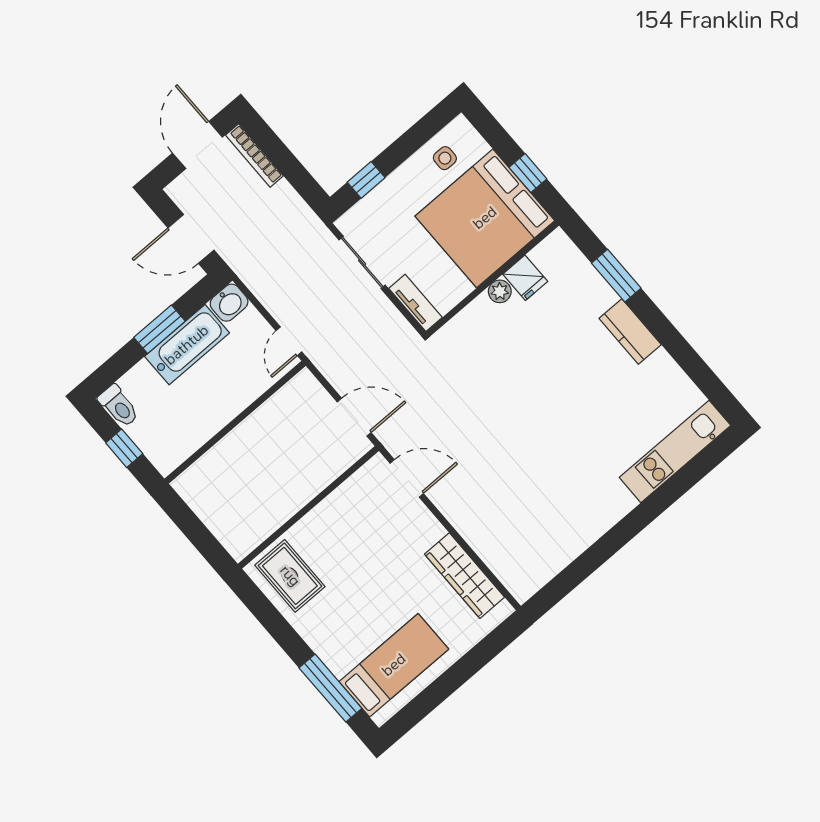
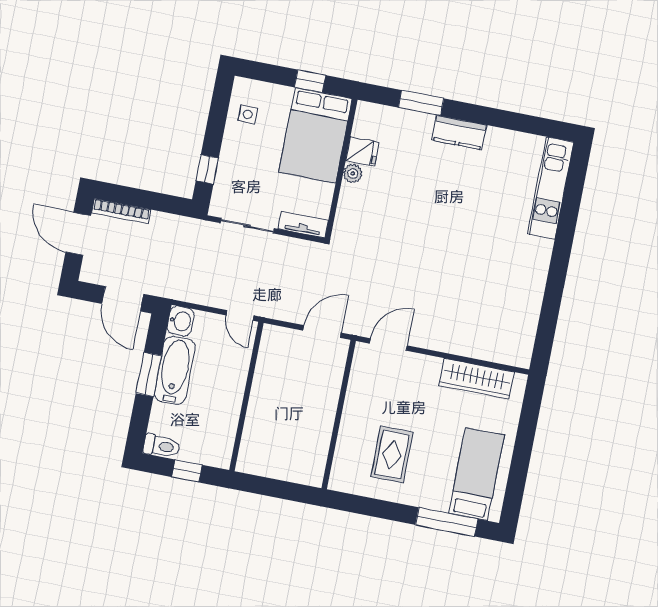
bed: (485, 218) -> (315, 135), width x0.73
door: (191, 239) -> (123, 299), hinge flipped
rug: (290, 576) -> (392, 455), moved, turned 90

